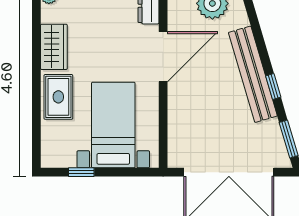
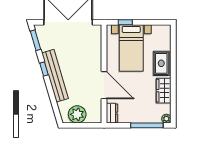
door: (163, 57) -> (104, 85), swing flipped
window: (81, 172) -> (125, 22), moved

